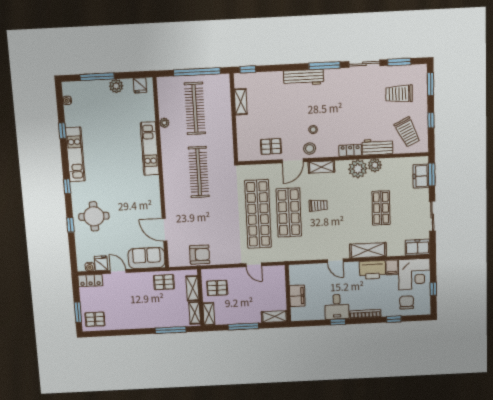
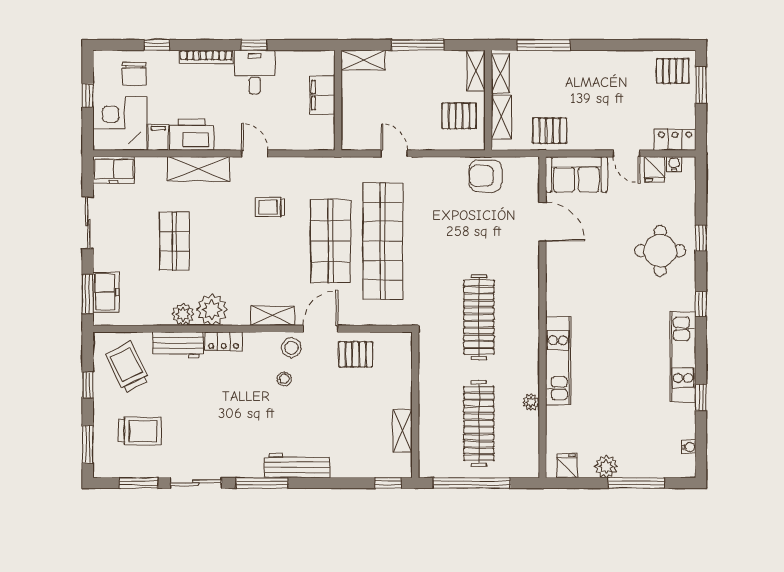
trolley: (318, 206) -> (270, 207), moved

